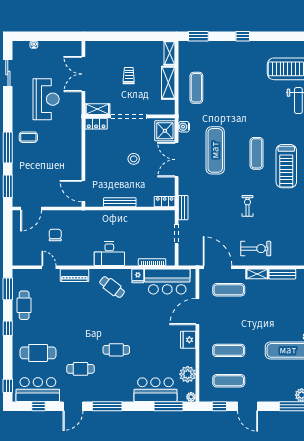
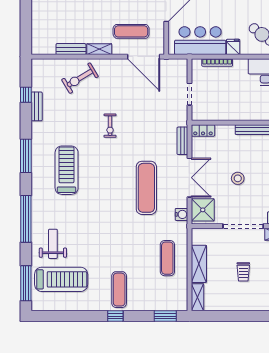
exercise mat: (257, 153) -> (119, 290), moved
bench: (183, 208) -> (182, 141), moved
exercise bike: (256, 249) -> (80, 78), moved, turned -31

